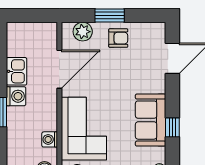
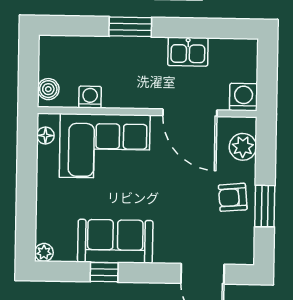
window: (110, 15) -> (265, 206), moved
armchair: (118, 38) -> (233, 197), turned 85
washing machine: (16, 96) -> (244, 97), moved, turned 180

